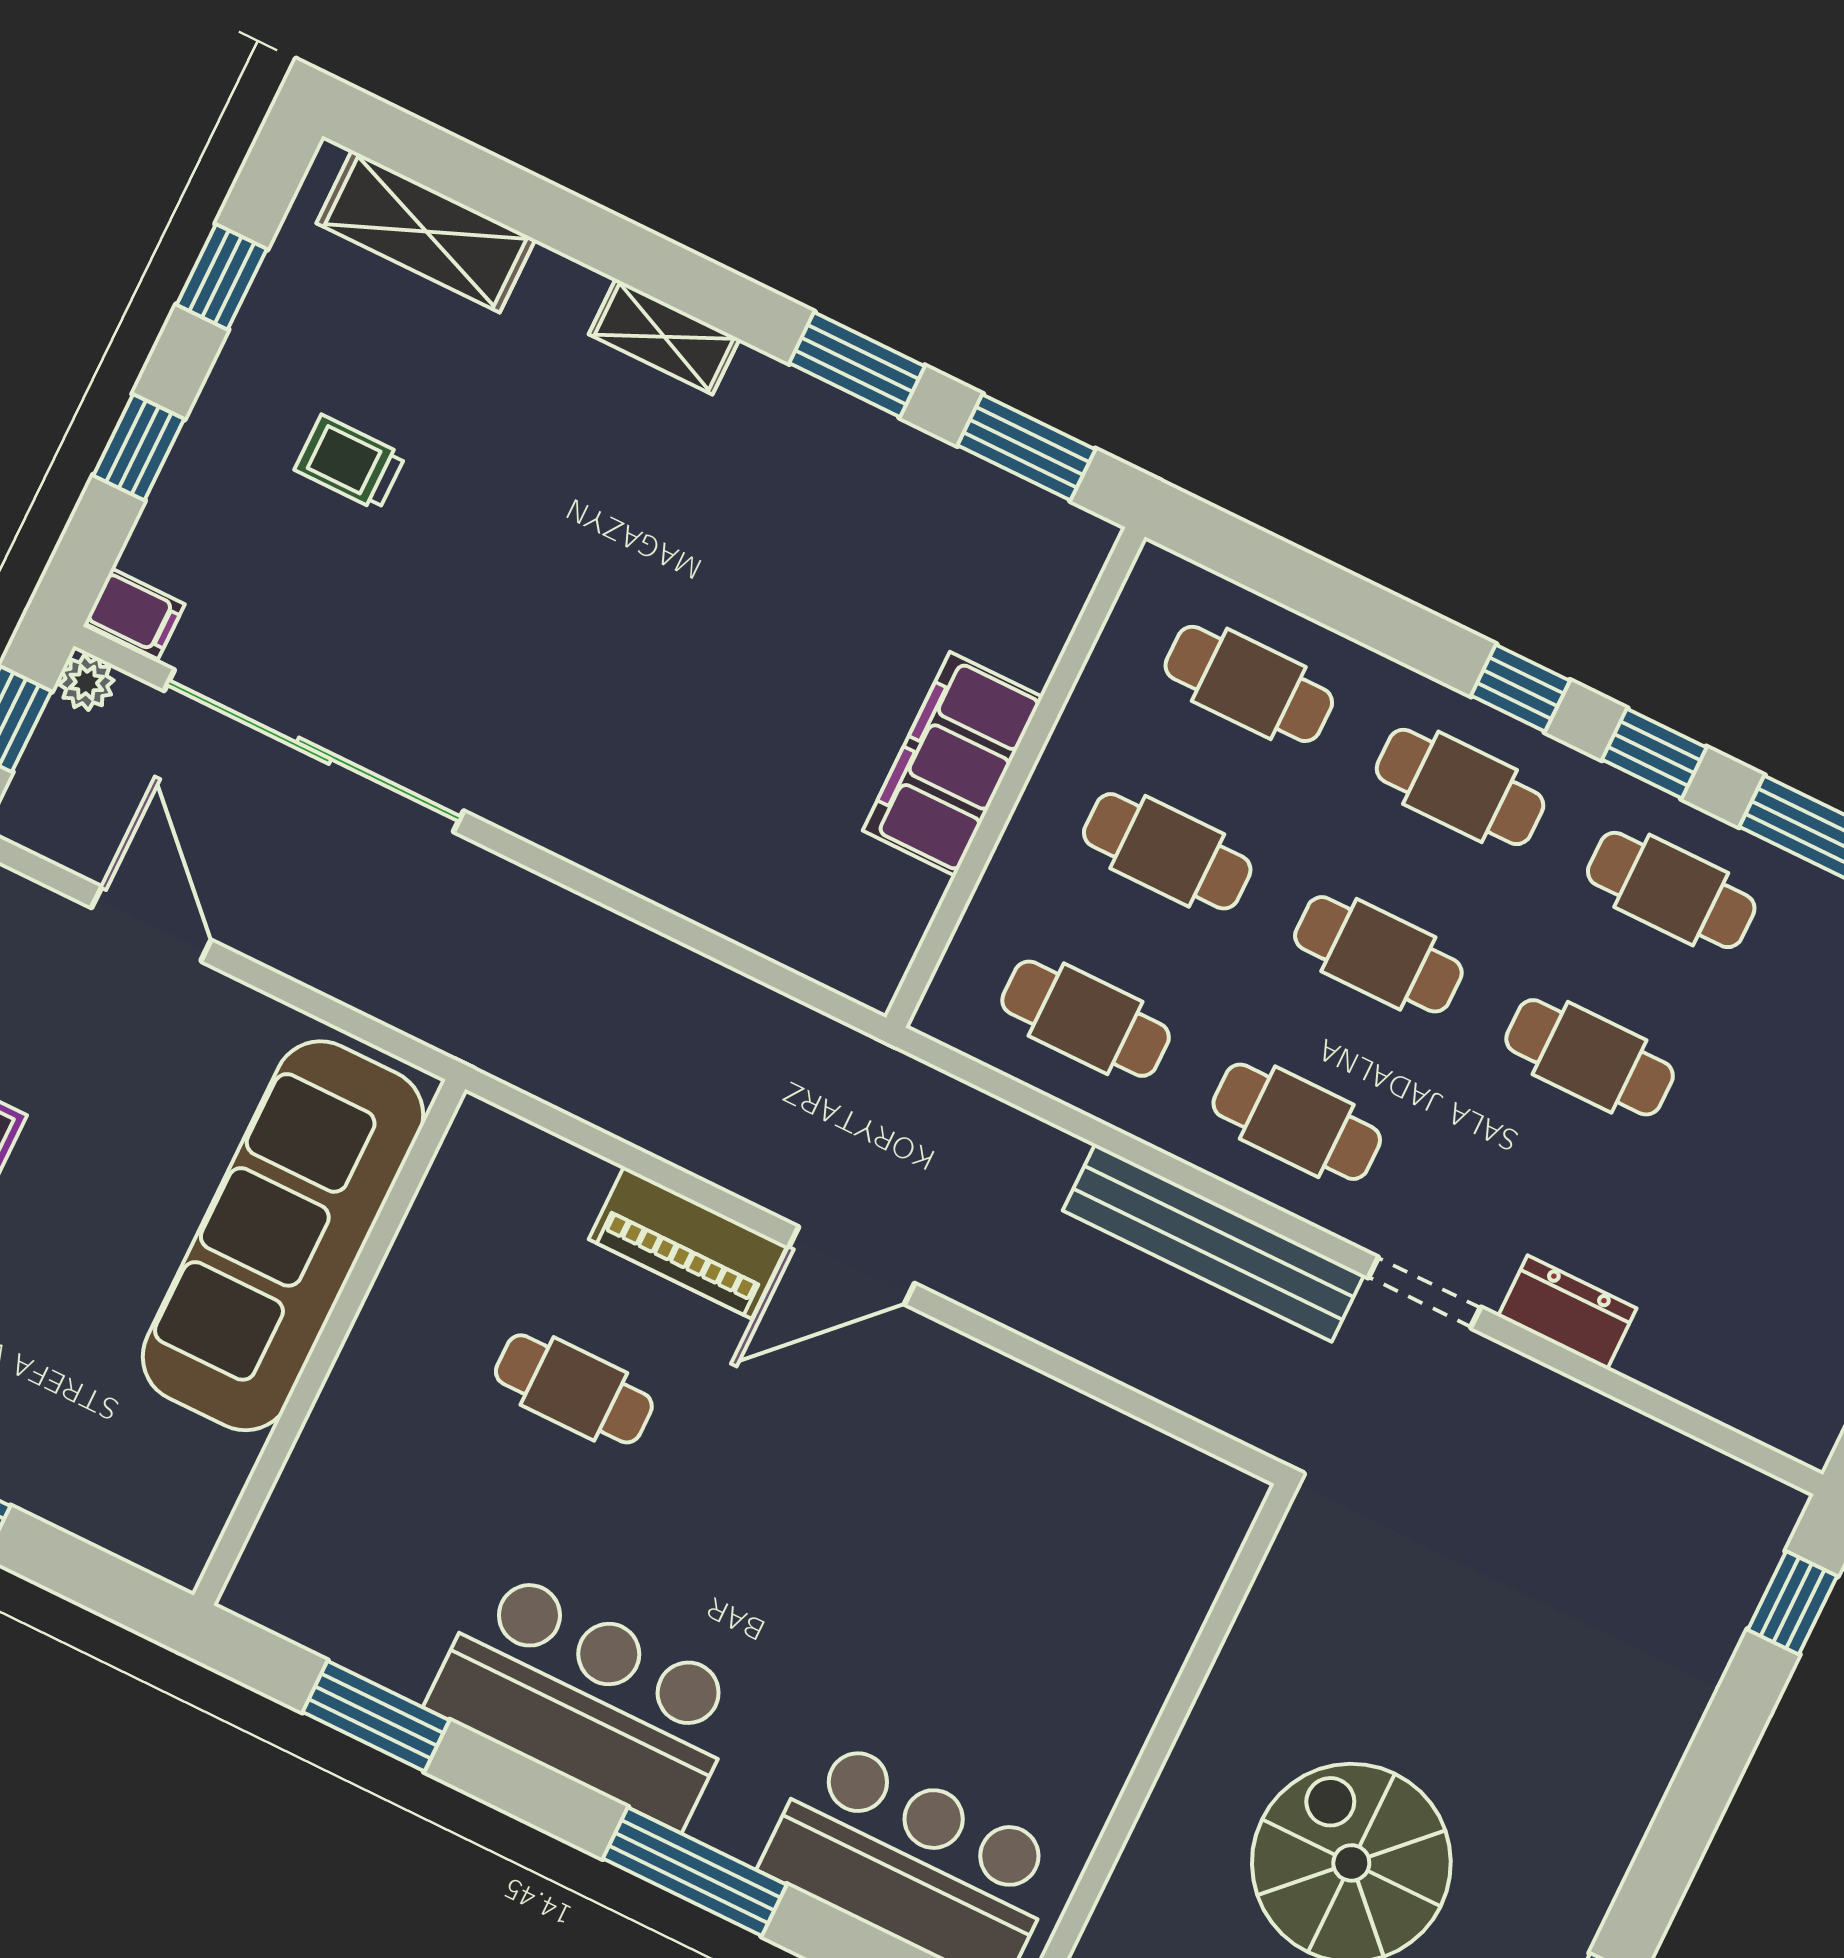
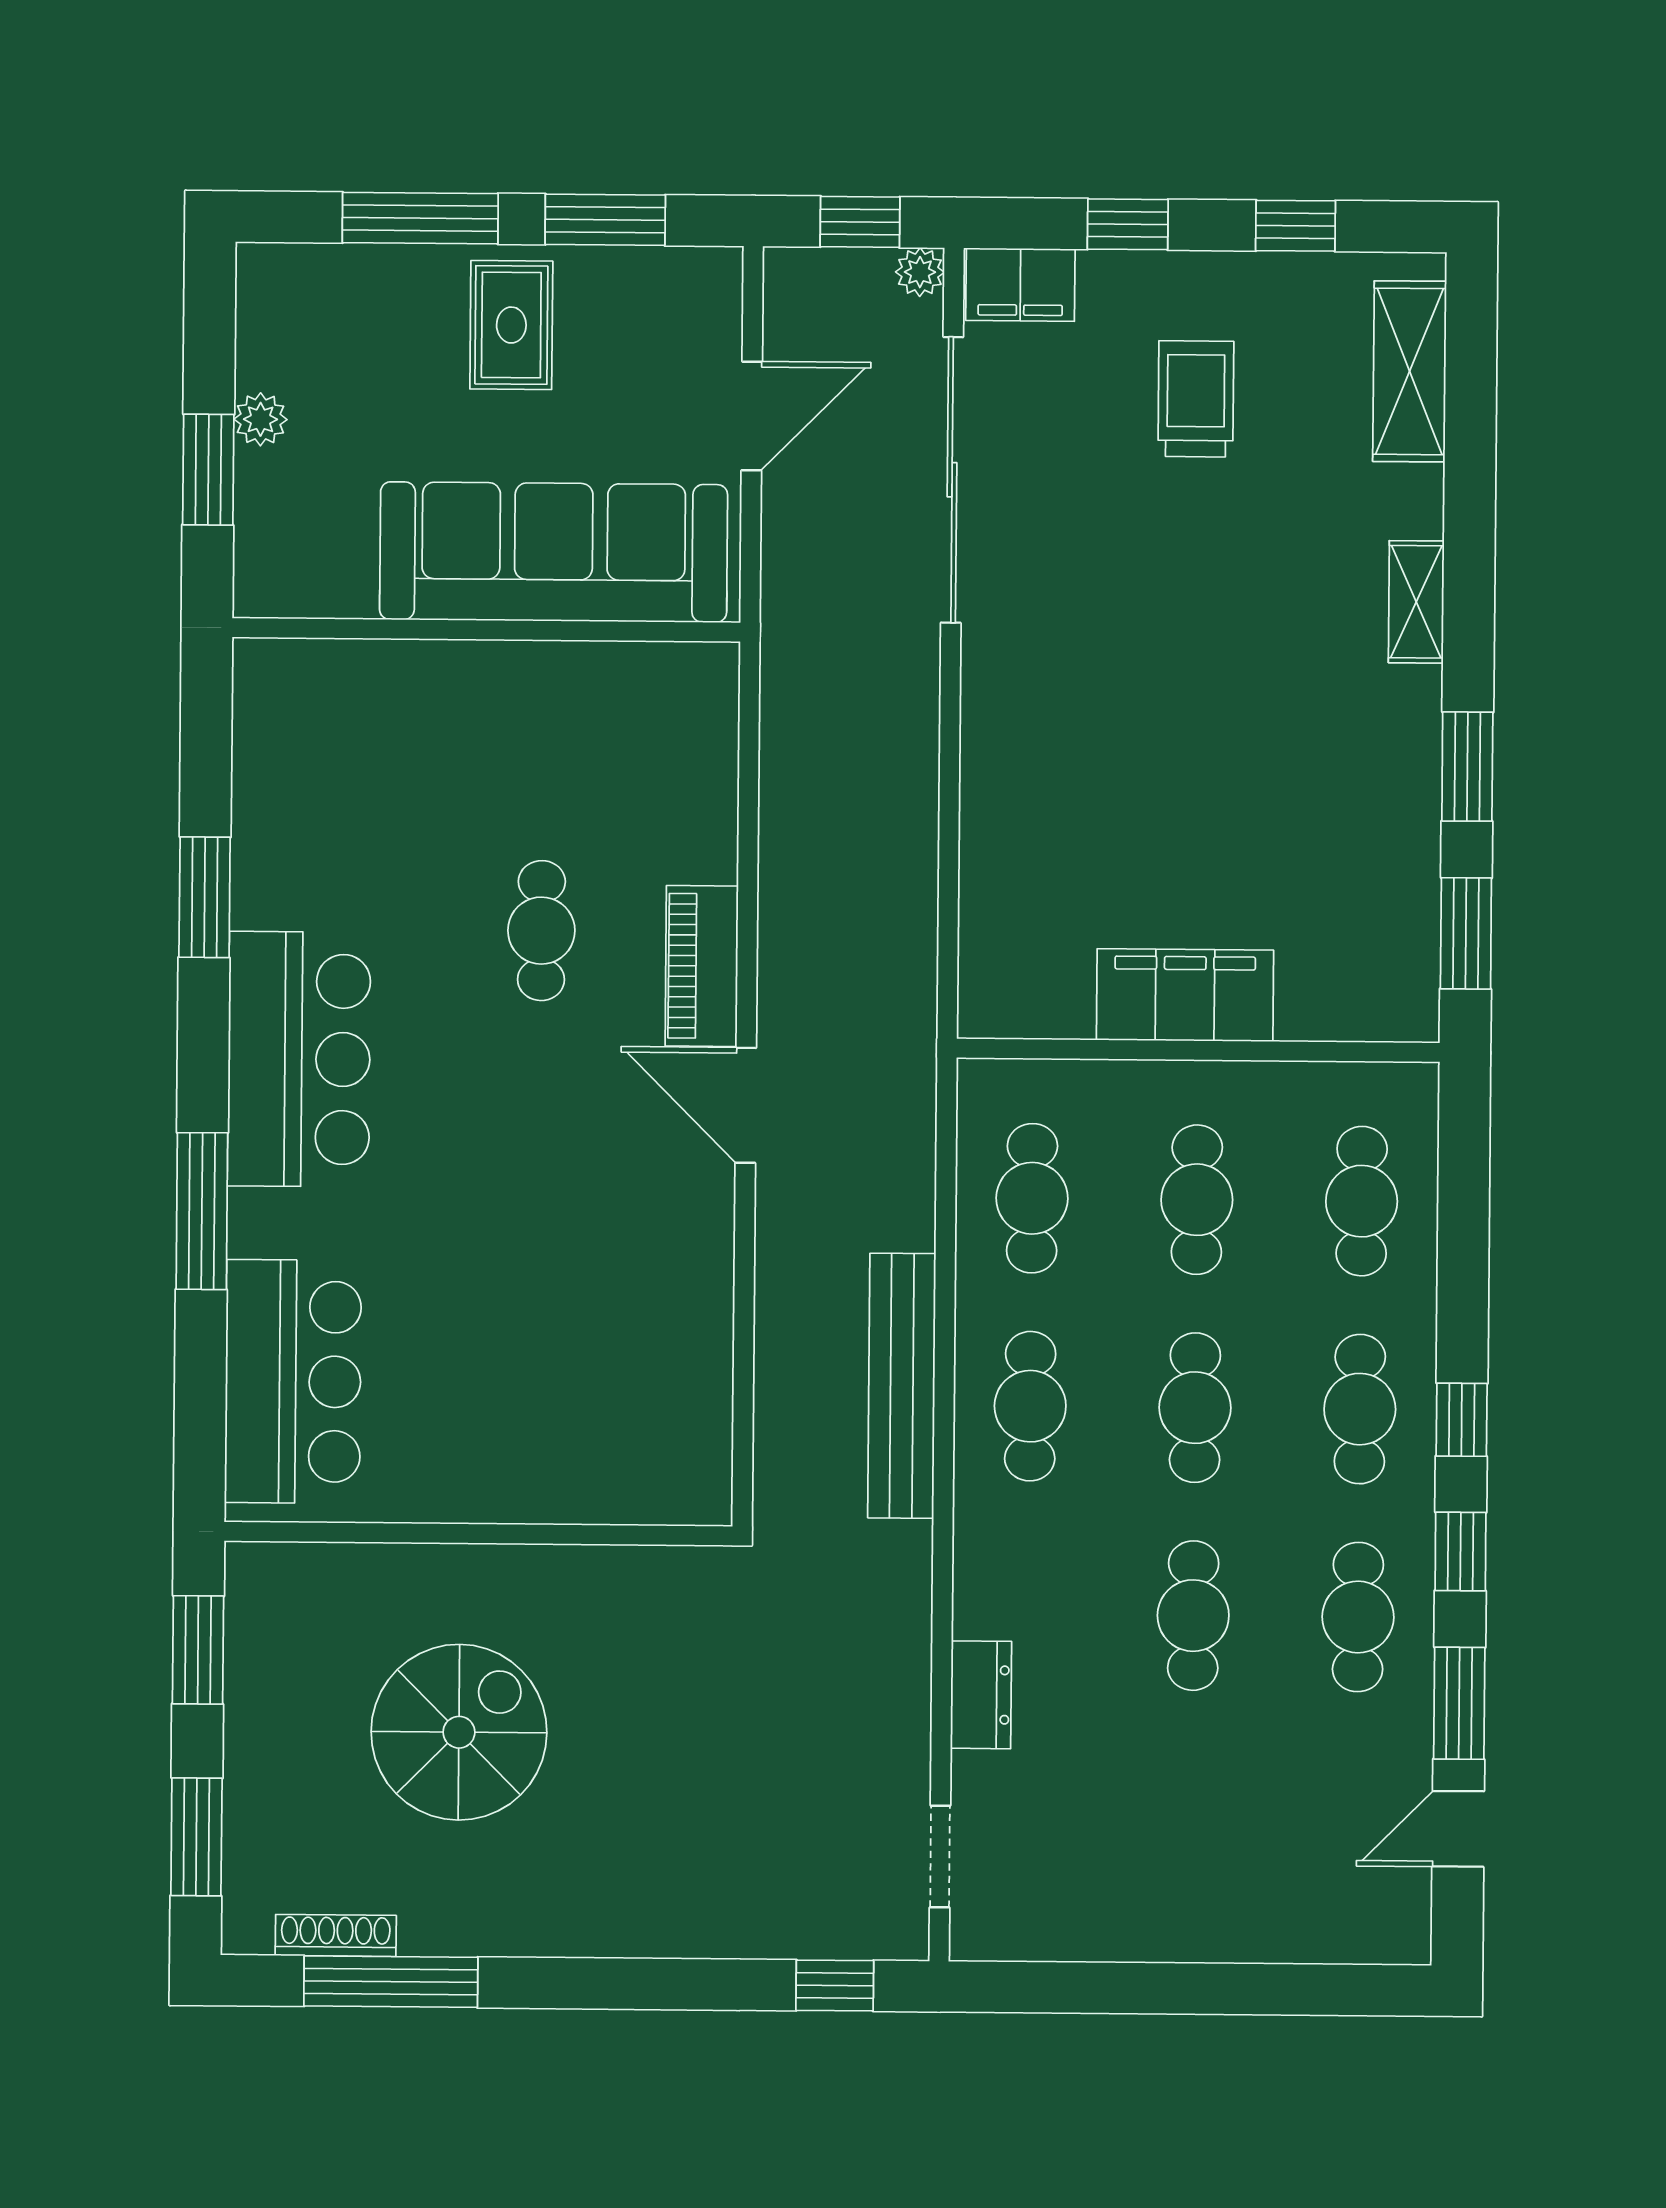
trolley: (350, 463) -> (1196, 399), width x1.36, depth x1.39
filing cabinet: (135, 614) -> (1020, 285), width x2.00
sofa: (283, 1236) -> (554, 552), moved
doorway: (1424, 1292) -> (940, 1856), moved
wall: (330, 1342) -> (486, 630), moved

